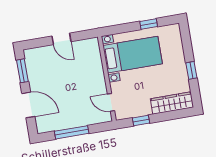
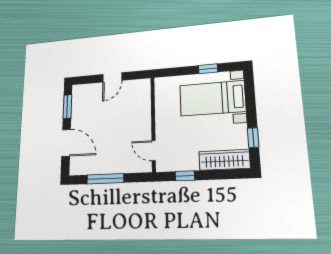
door: (61, 39) -> (112, 77), hinge flipped
bed with nightstands: (133, 55) -> (212, 98), moved, turned 180
window: (191, 70) -> (253, 138), moved

